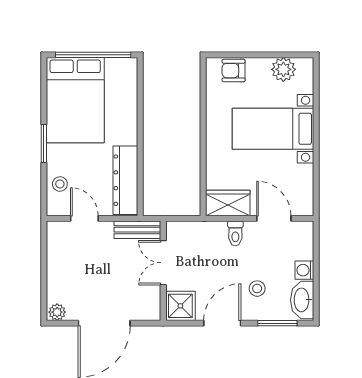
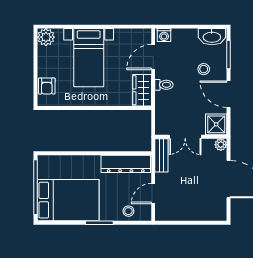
plant: (283, 69) -> (46, 37), moved
washing machine: (304, 270) -> (164, 35), moved
plant: (57, 312) -> (221, 145), moved

